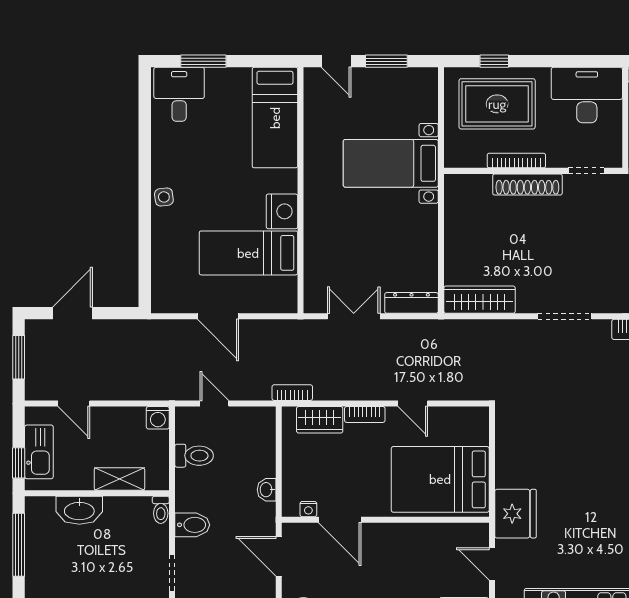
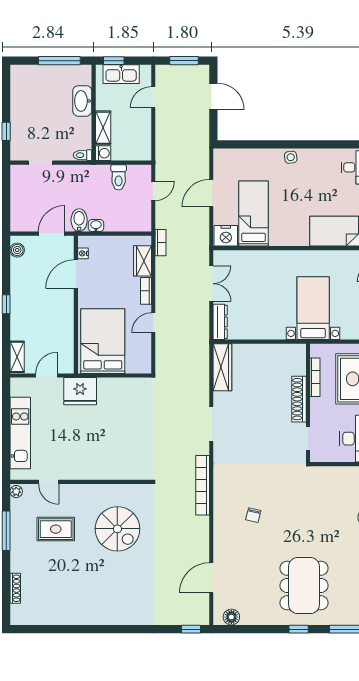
bookcase: (516, 161) -> (315, 377), moved
nightstand: (282, 211) -> (226, 236), moved
washing machine: (158, 418) -> (103, 153), moved, turned 180
bidet: (192, 525) -> (79, 220), moved, turned 180

